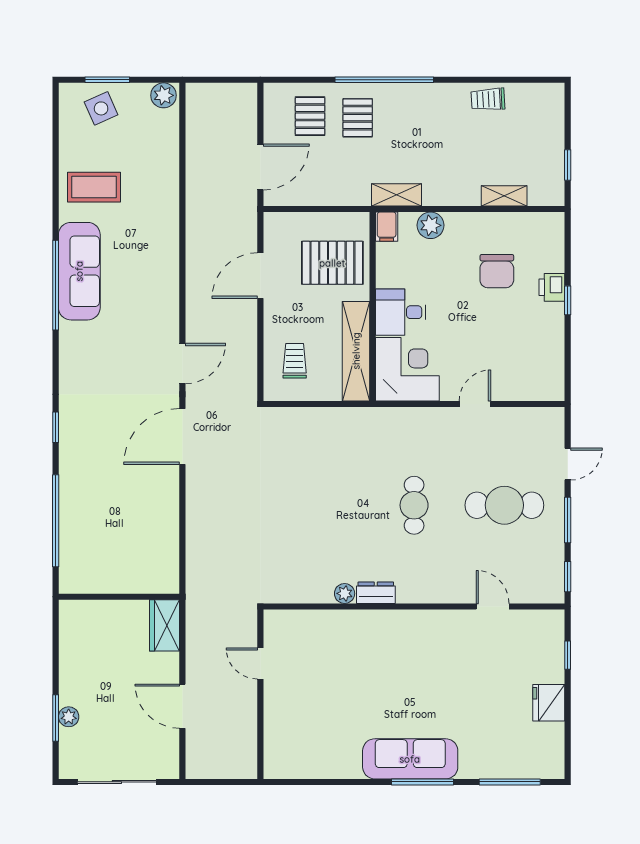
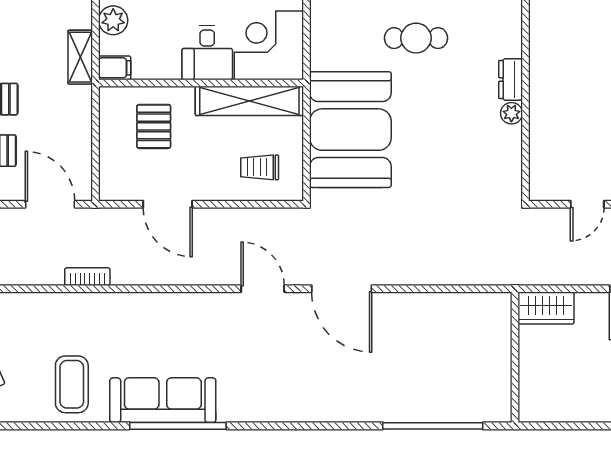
bookcase: (194, 201) -> (87, 277), added
pallet: (332, 263) -> (154, 126), width x0.67, depth x0.71
window: (56, 427) -> (332, 426), removed
booth: (329, 445) -> (350, 130), added

